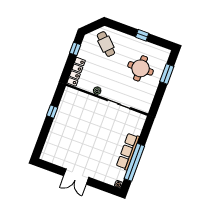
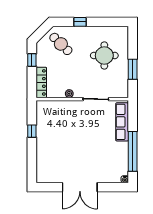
window: (142, 35) -> (80, 22), moved
window: (167, 74) -> (133, 69), moved
row of seats: (128, 151) -> (122, 122), moved
double door: (76, 177) -> (80, 187), width x1.37

